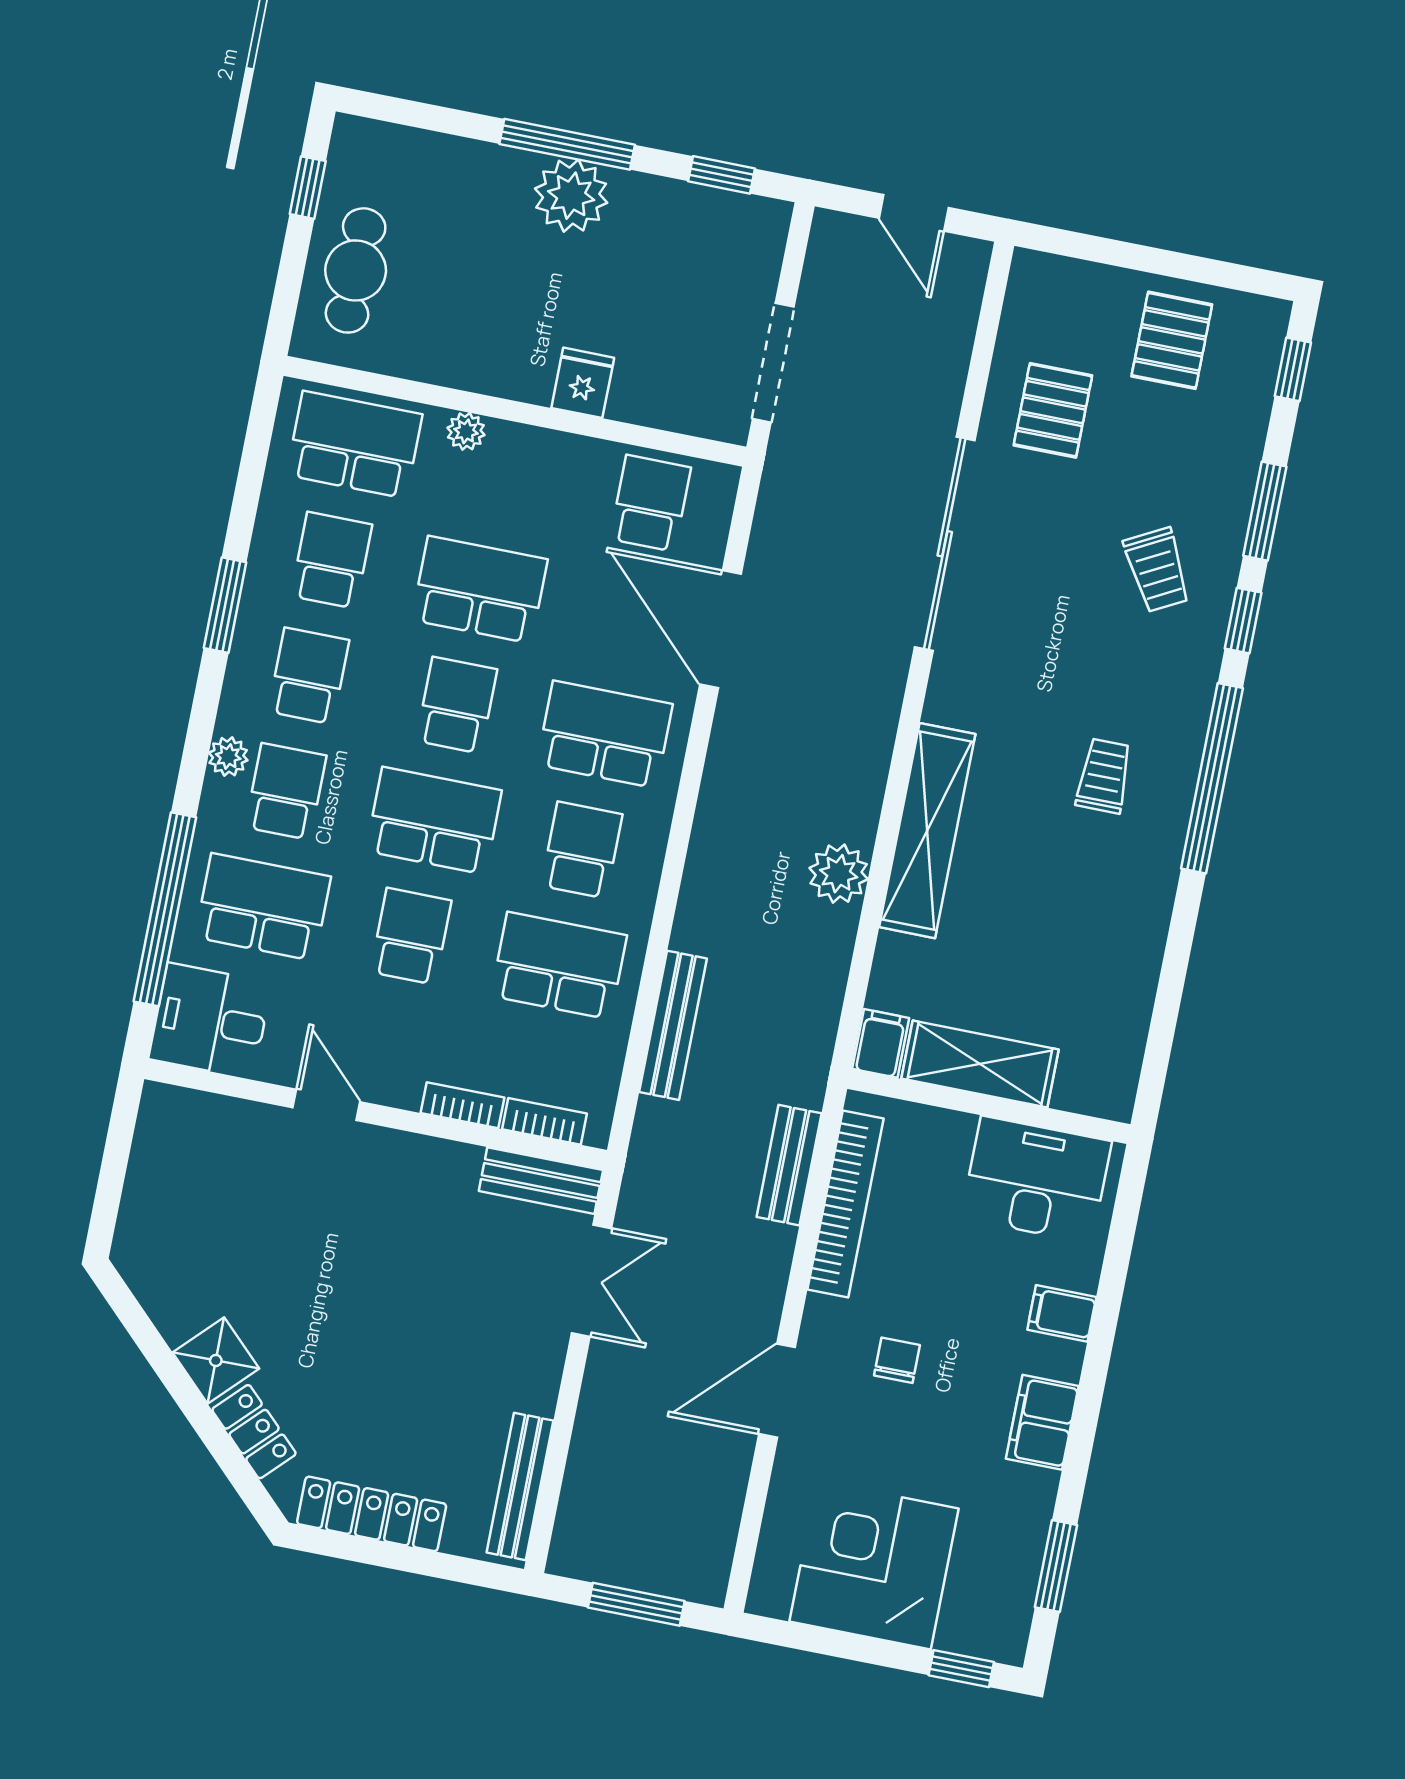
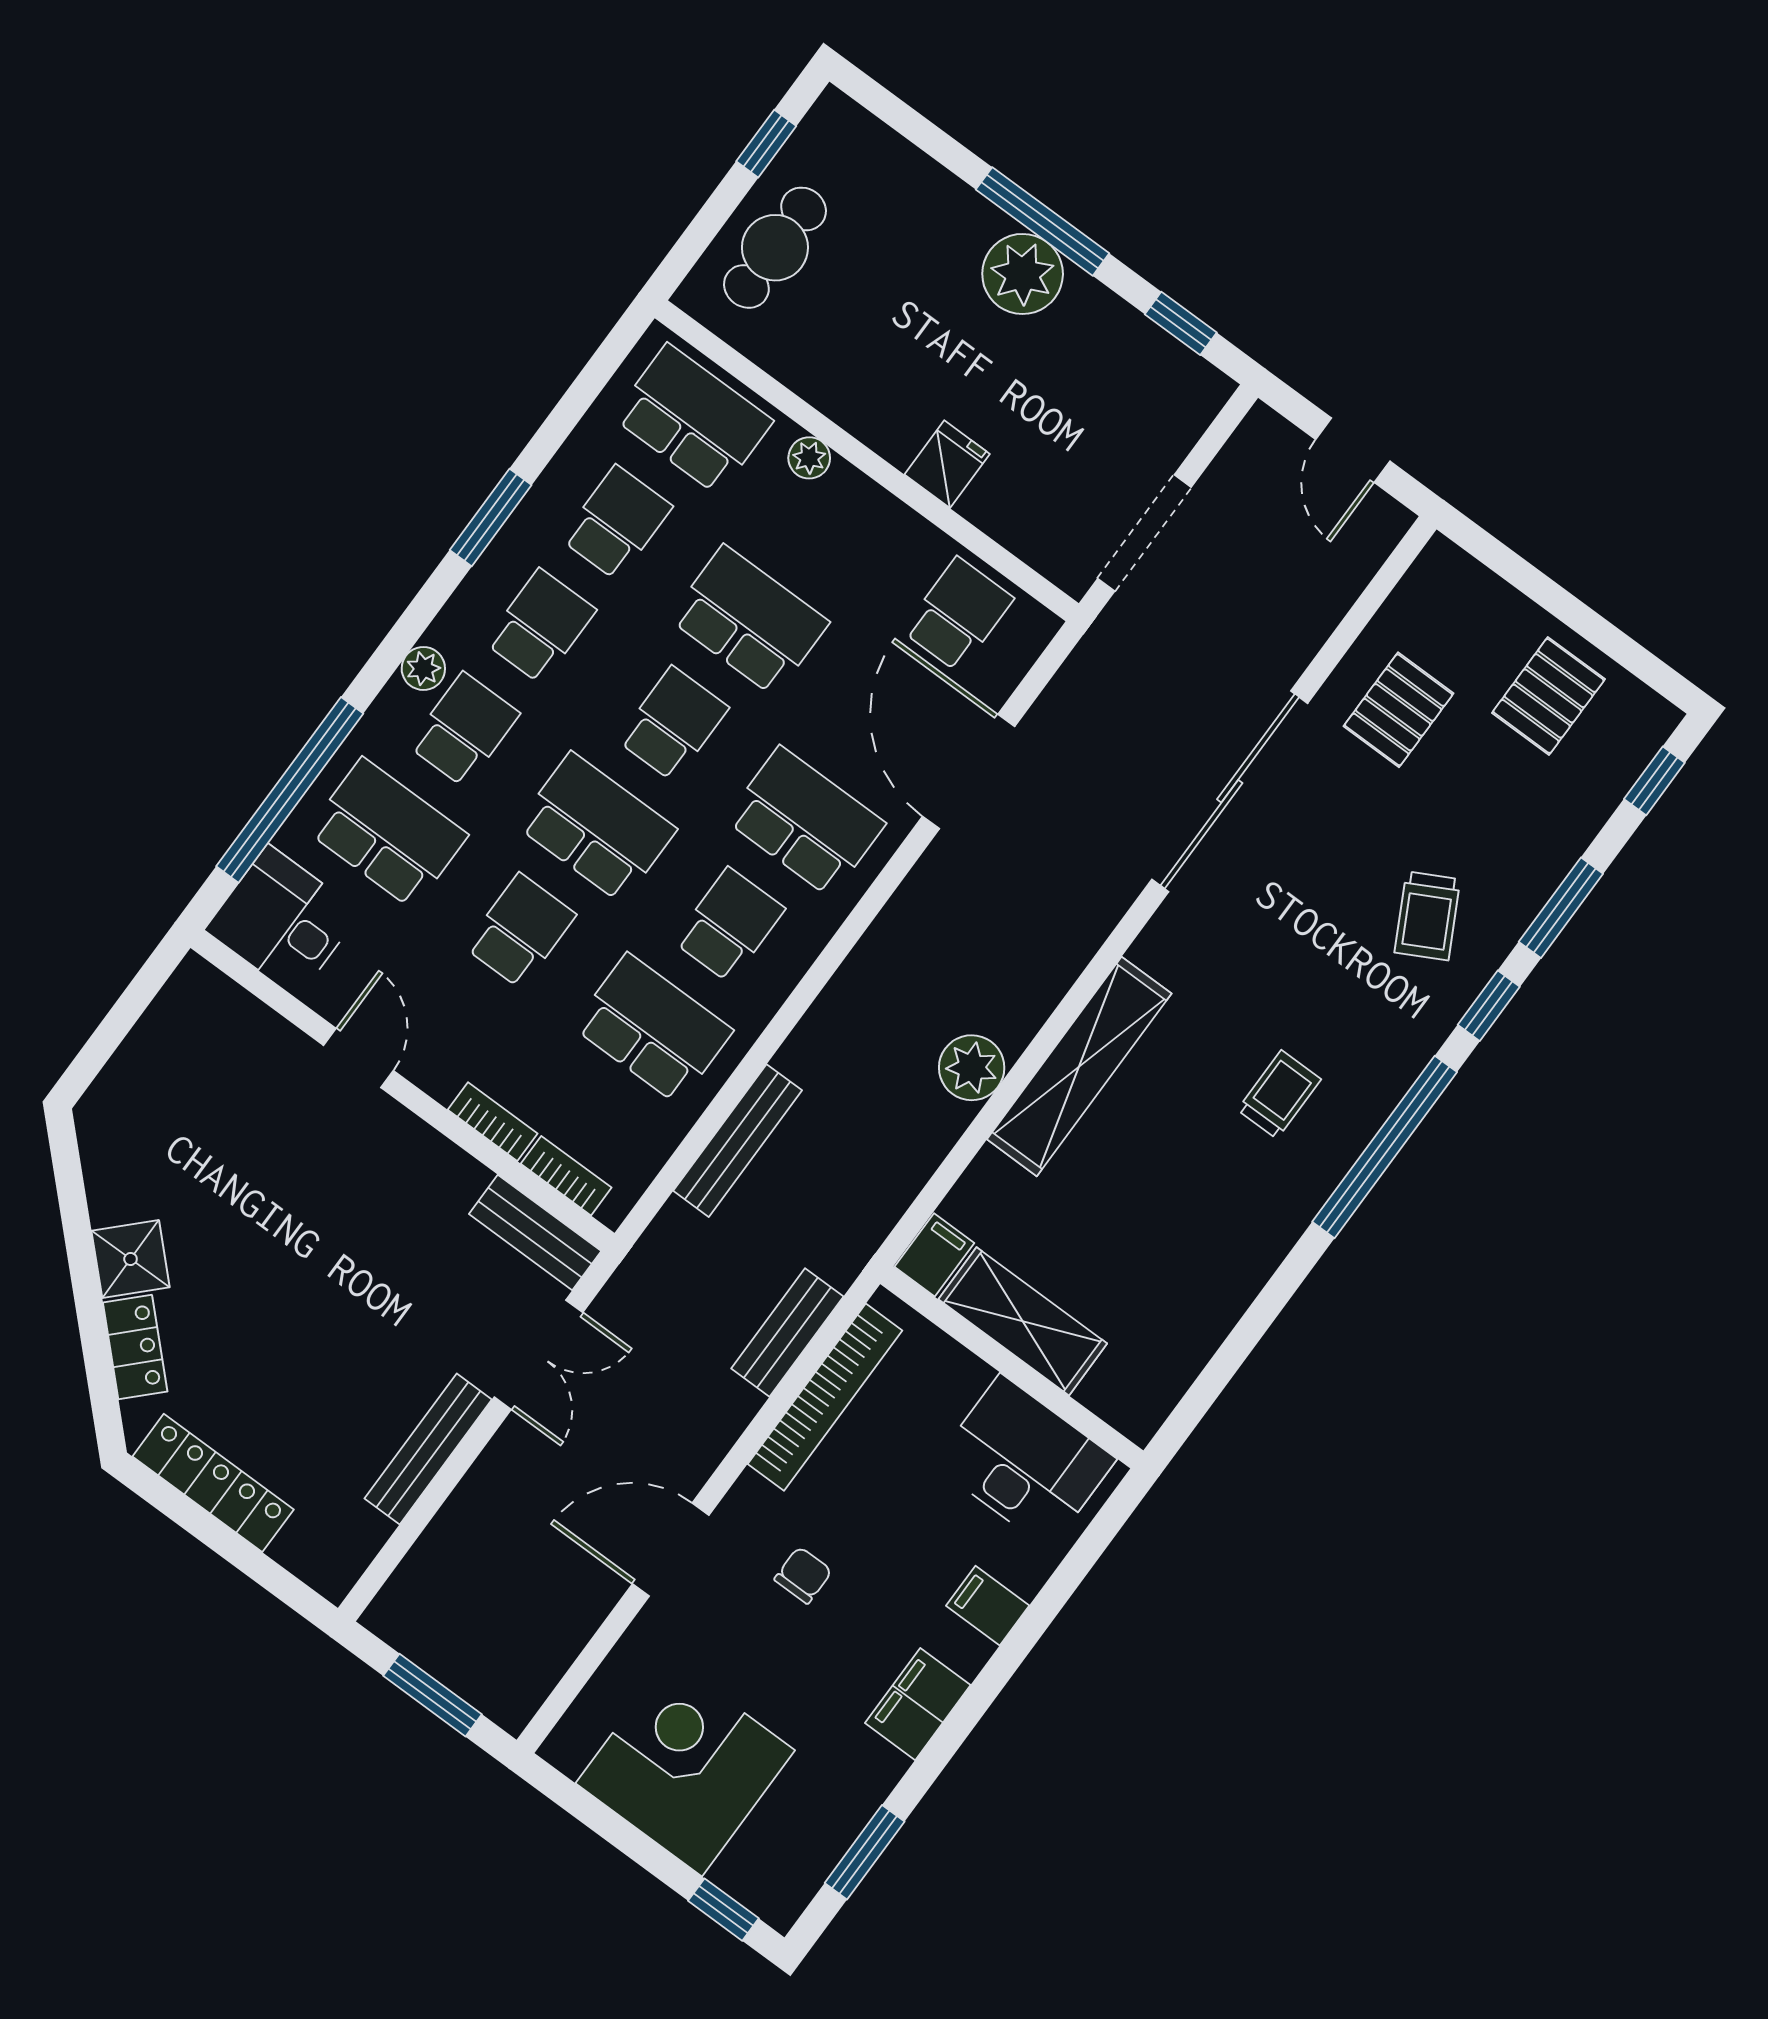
bench: (520, 1487) -> (428, 1449), moved

